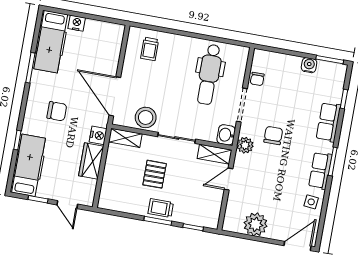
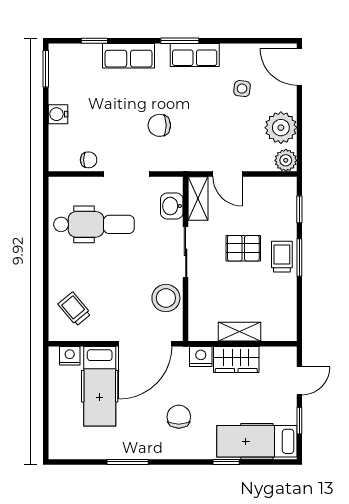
nightstand: (77, 23) -> (70, 356), moved, turned 90
hospital bed: (51, 42) -> (100, 386), moved, turned 90
trolley: (150, 49) -> (74, 309), turned -130
water cooler: (309, 65) -> (58, 114), moved
washbasin: (226, 135) -> (172, 206), moved, turned 90
shelving: (125, 138) -> (239, 332), moved, turned 90
plant: (245, 145) -> (286, 160), moved
pallet: (155, 174) -> (243, 248), moved
side table: (311, 202) -> (242, 89), moved
trolley: (161, 208) -> (282, 257), turned 180

